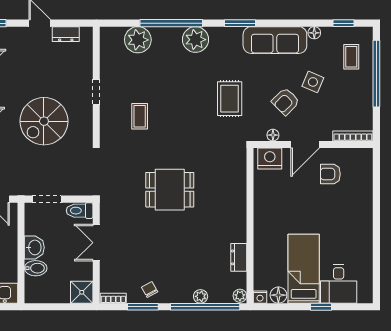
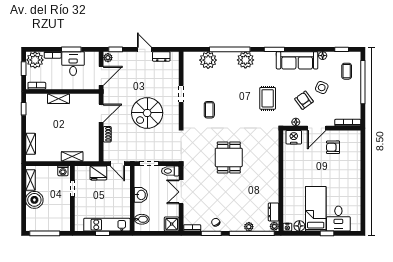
armchair: (286, 101) -> (304, 100), turned 99
dining table: (170, 190) -> (229, 157), turned 90
dresser: (239, 257) -> (274, 212), moved
bidet: (36, 268) -> (142, 219), moved

